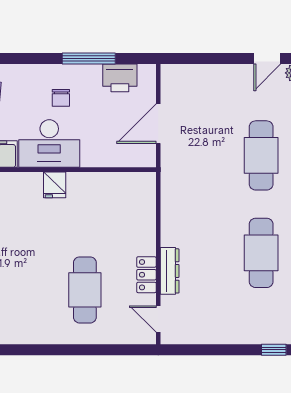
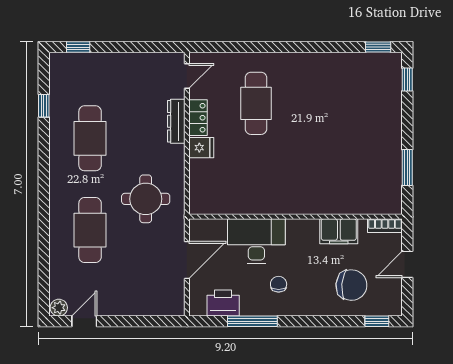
desk: (49, 144) -> (256, 241), moved
fridge: (55, 185) -> (201, 148), moved, turned 90
round table: (202, 189) -> (146, 199), added
door: (158, 319) -> (187, 76), hinge flipped

